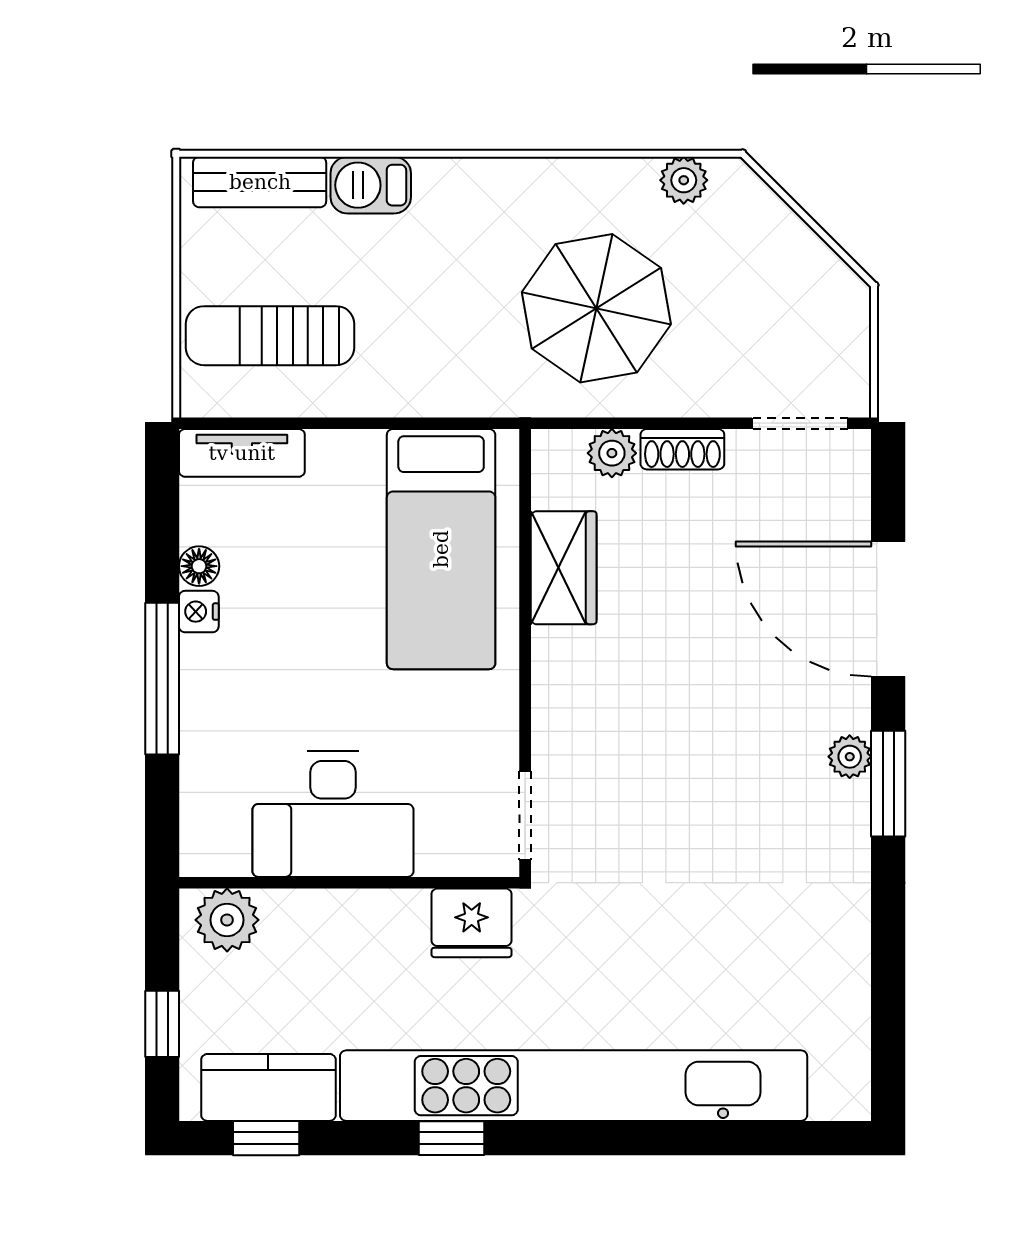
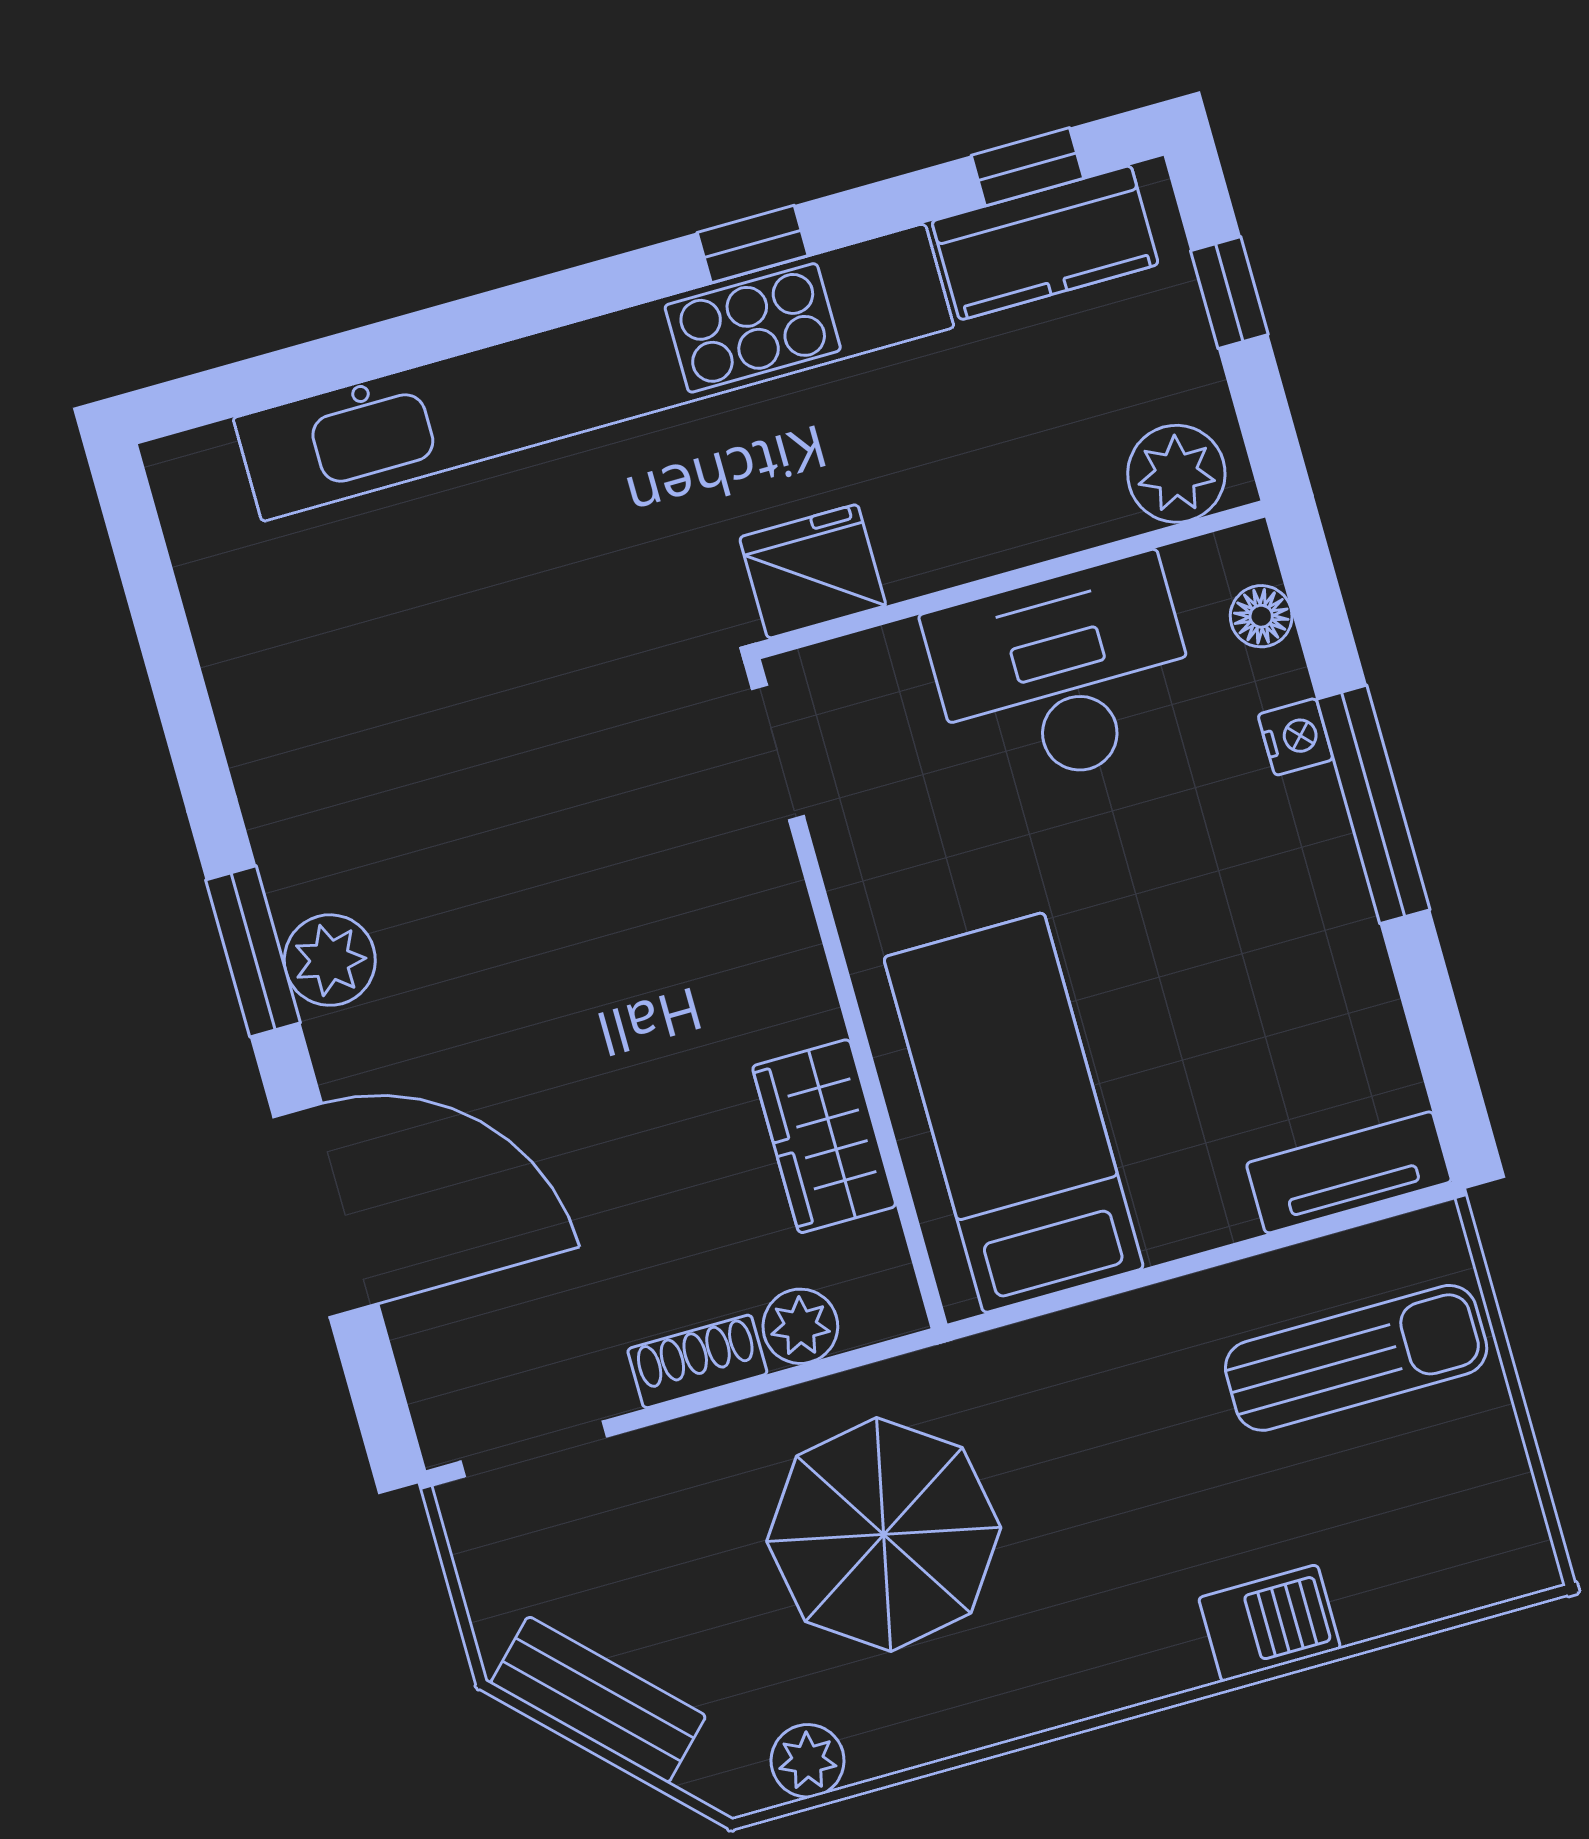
bench: (260, 182) -> (598, 1700), moved, turned 45
floor lamp: (199, 566) -> (1261, 616), moved
nightstand: (199, 612) -> (1296, 737), moved
plant: (850, 757) -> (330, 960), width x1.38, depth x1.38

